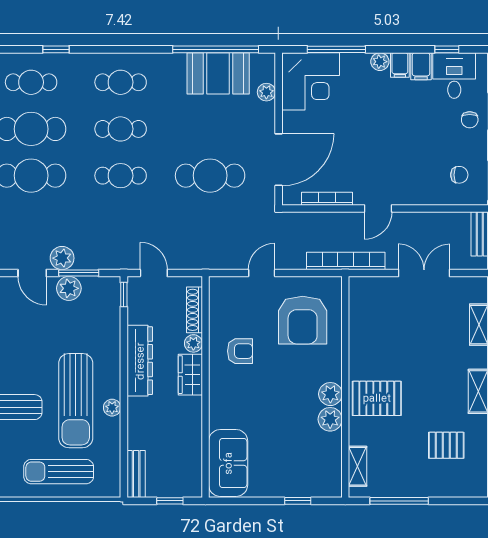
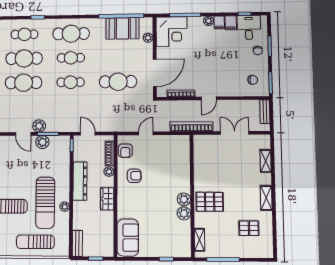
cafe table: (121, 82) -> (71, 34), width x1.37, depth x1.35
armchair: (303, 320) -> (125, 151), moved, width x0.53, depth x0.53
wardrobe: (190, 375) -> (107, 199), moved

